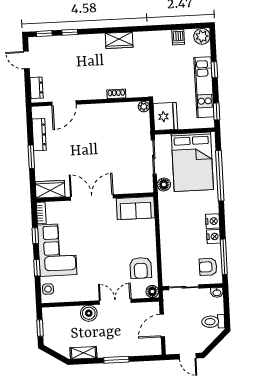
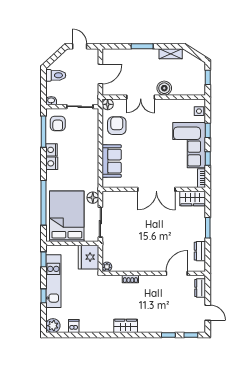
dresser: (39, 135) -> (200, 251), width x0.70
sofa: (136, 208) -> (112, 161), moved, turned 90
armchair: (208, 267) -> (58, 124), turned 90

